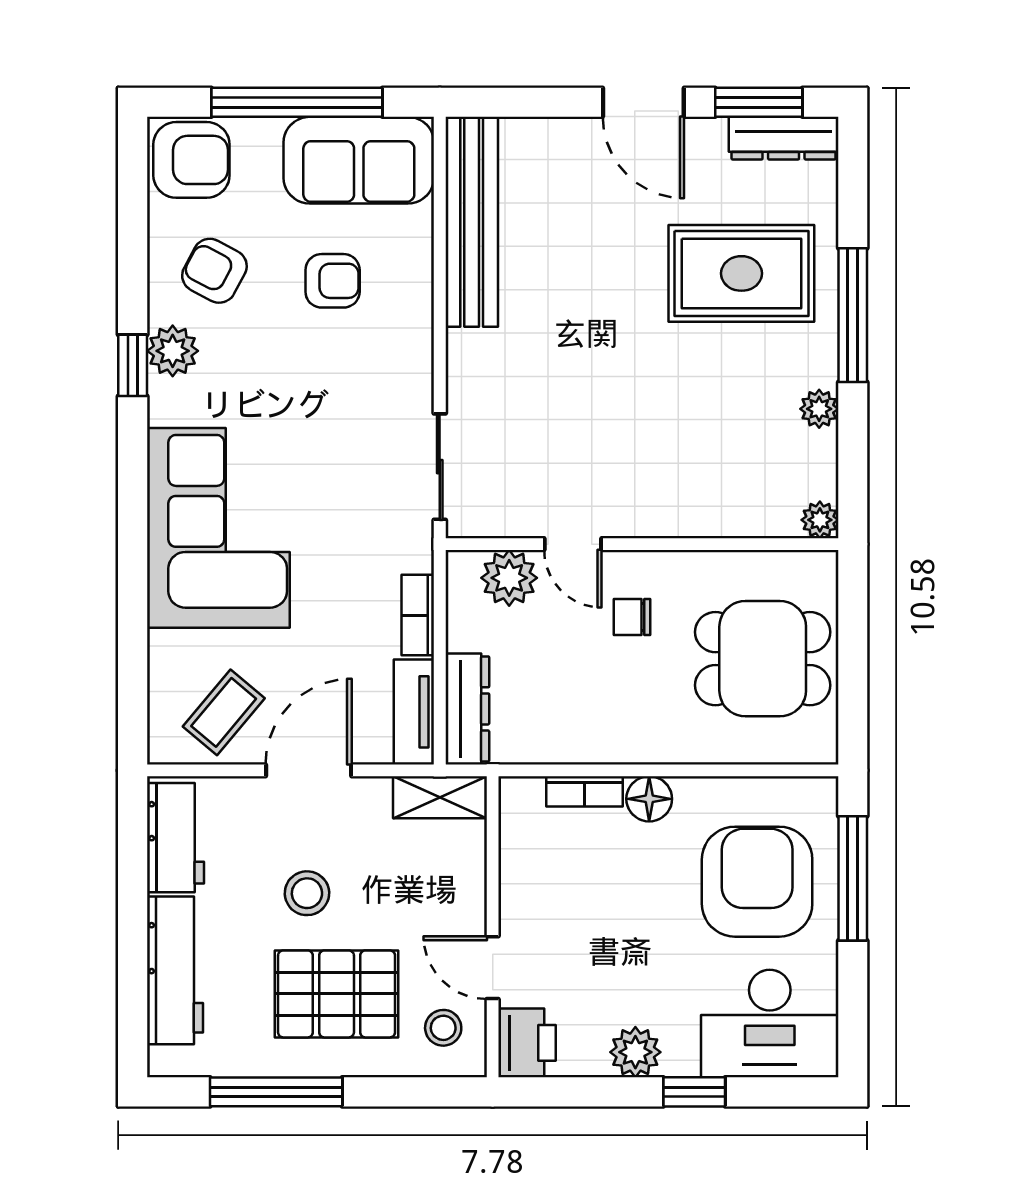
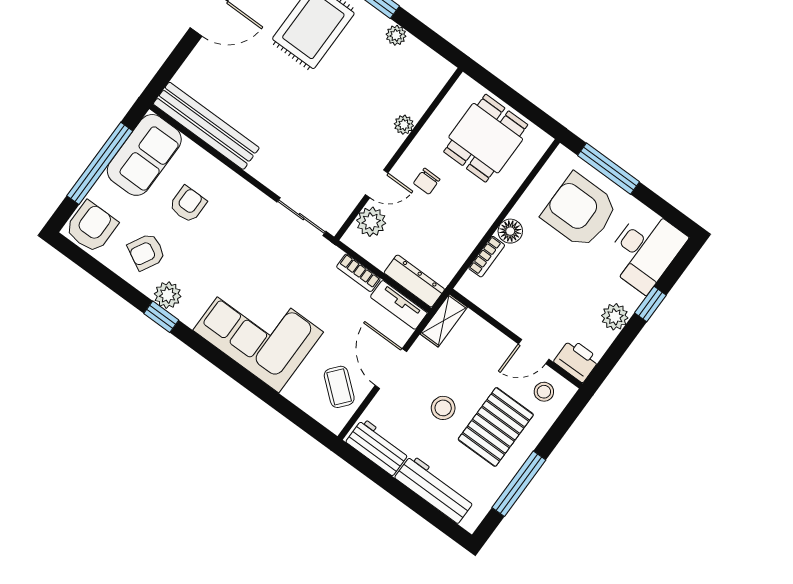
plant: (820, 520) -> (404, 125), moved

